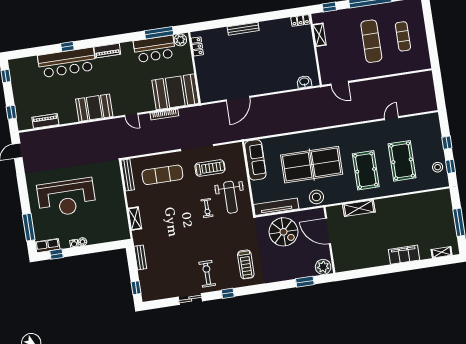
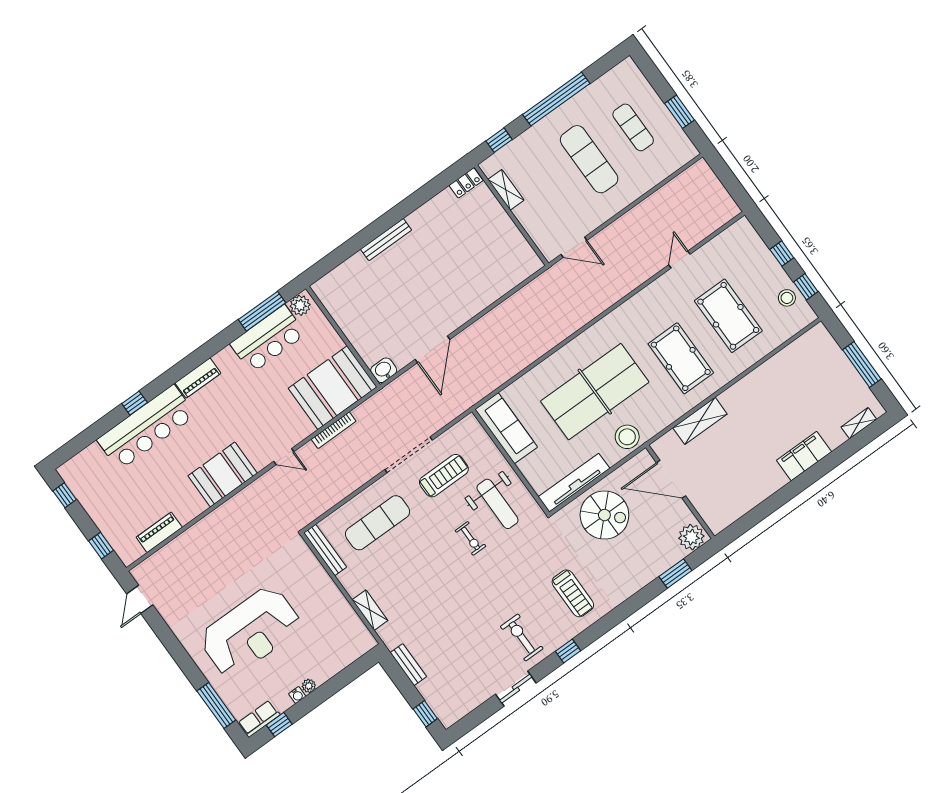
window: (431, 41) -> (680, 112), added
locker: (197, 46) -> (330, 302), removed
washbasin: (304, 82) -> (384, 370), moved

